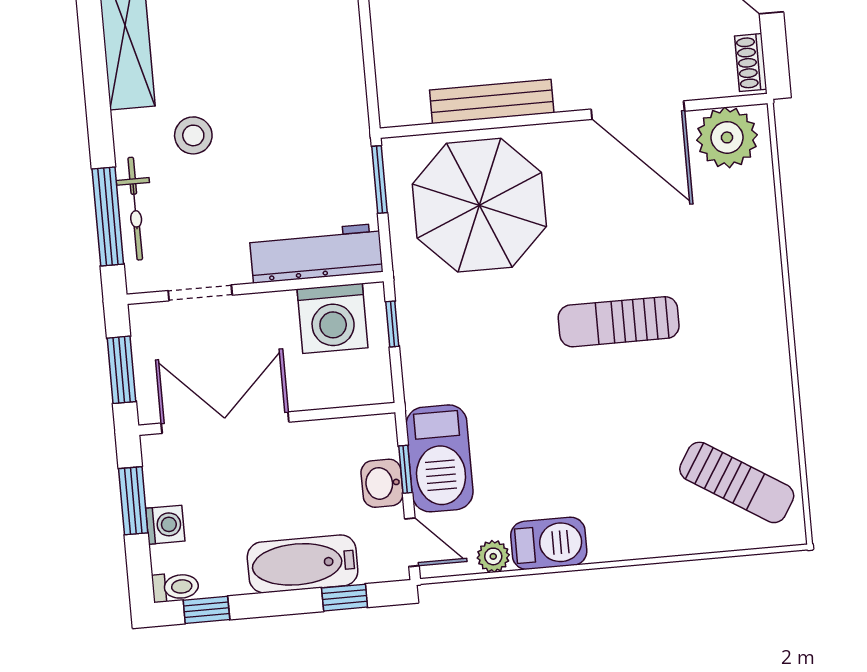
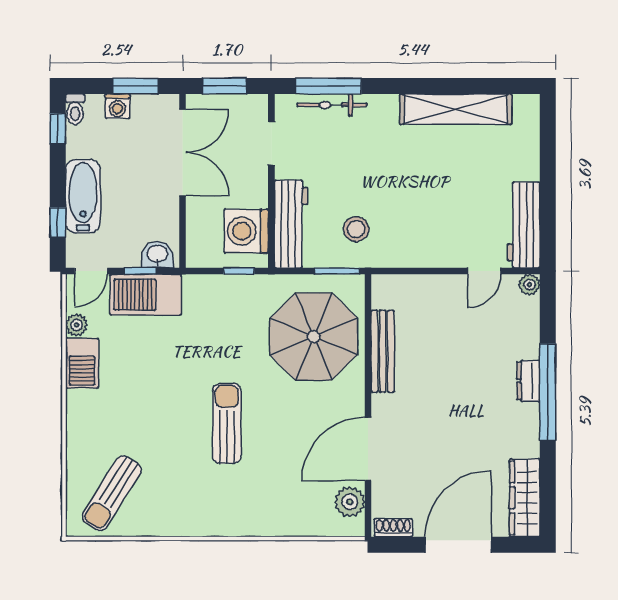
stool: (193, 135) -> (356, 229), moved
plant: (727, 137) -> (350, 502), width x0.73, depth x0.73
washbasin: (382, 483) -> (157, 254), moved

